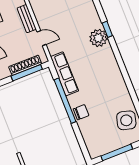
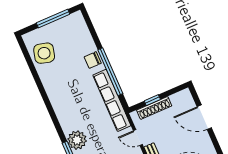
window: (27, 73) -> (152, 100), width x0.46
row of seats: (64, 74) -> (112, 100), width x1.36

